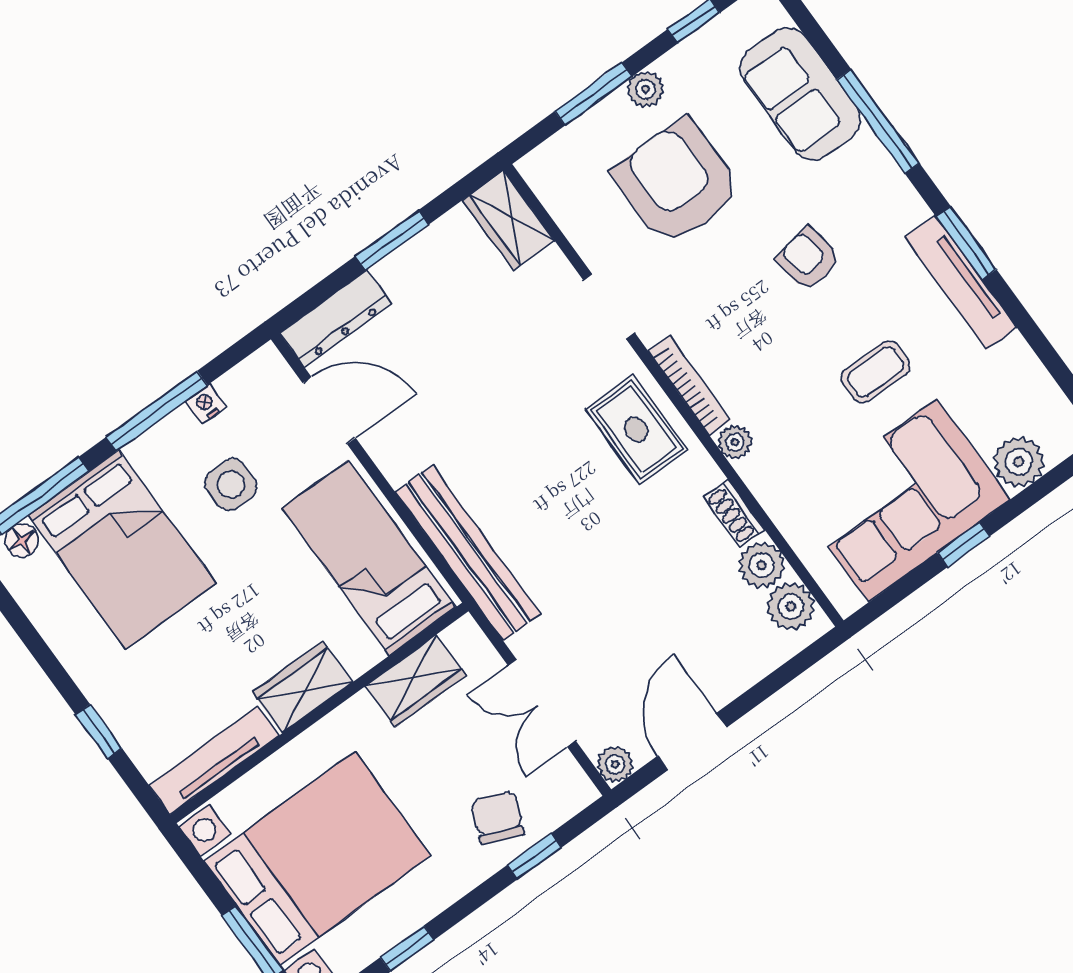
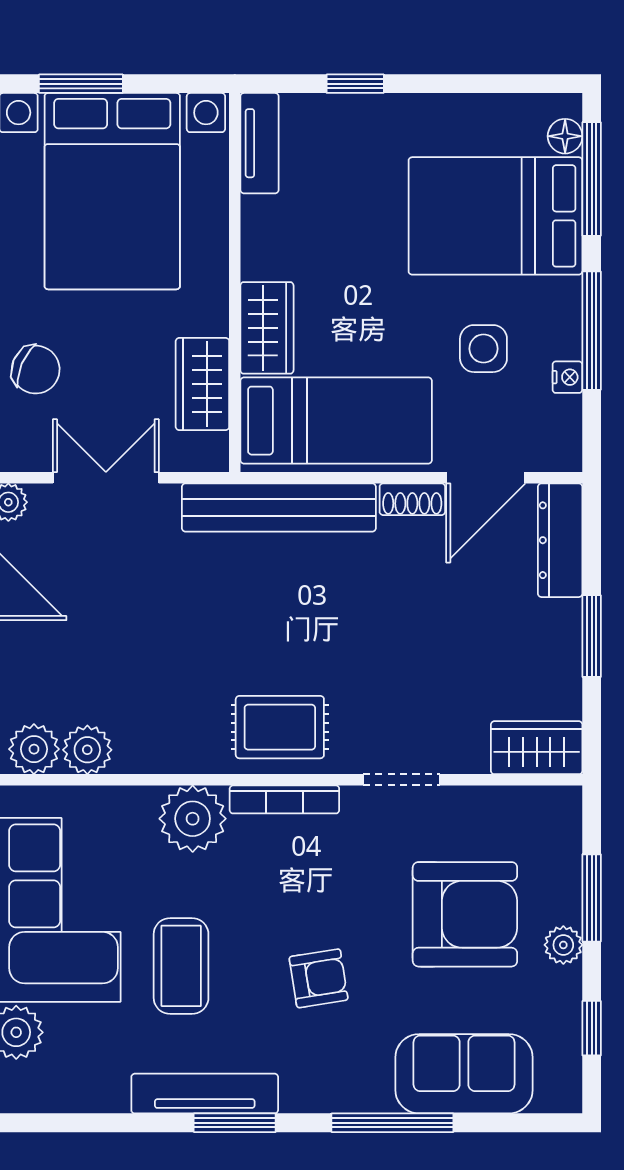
coffee table: (876, 372) -> (181, 966), width x1.36, depth x1.30
plant: (735, 442) -> (193, 819), width x1.88, depth x1.88
shoe rack: (734, 513) -> (412, 499), moved, turned 180
wardrobe: (302, 687) -> (267, 328), moved
tv unit: (214, 760) -> (260, 143), width x0.71

